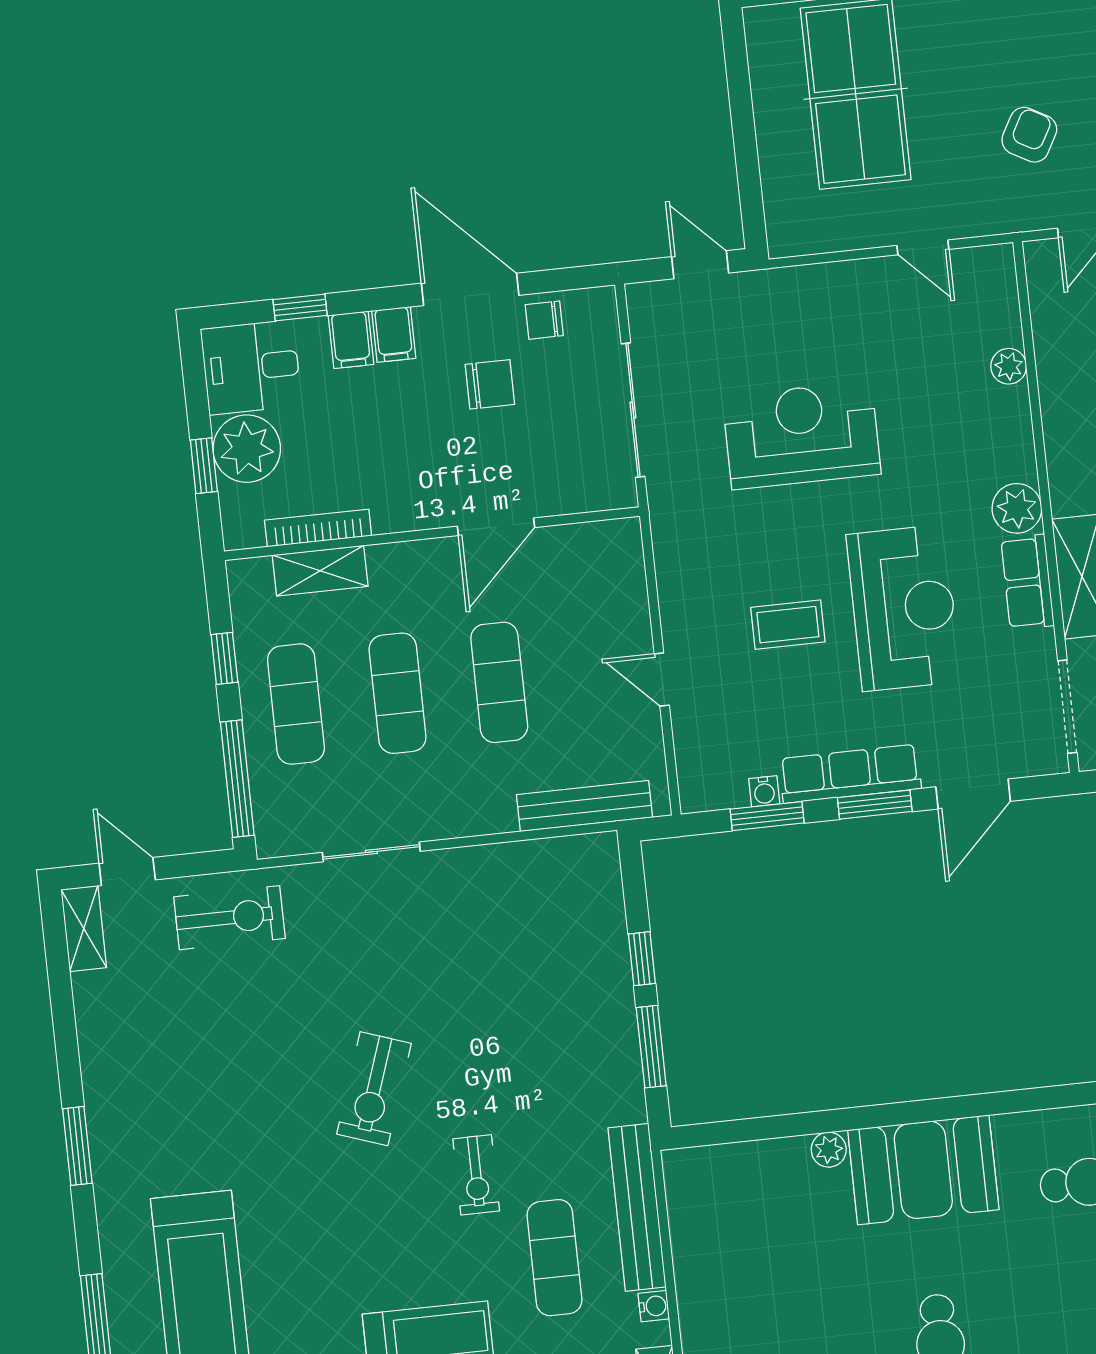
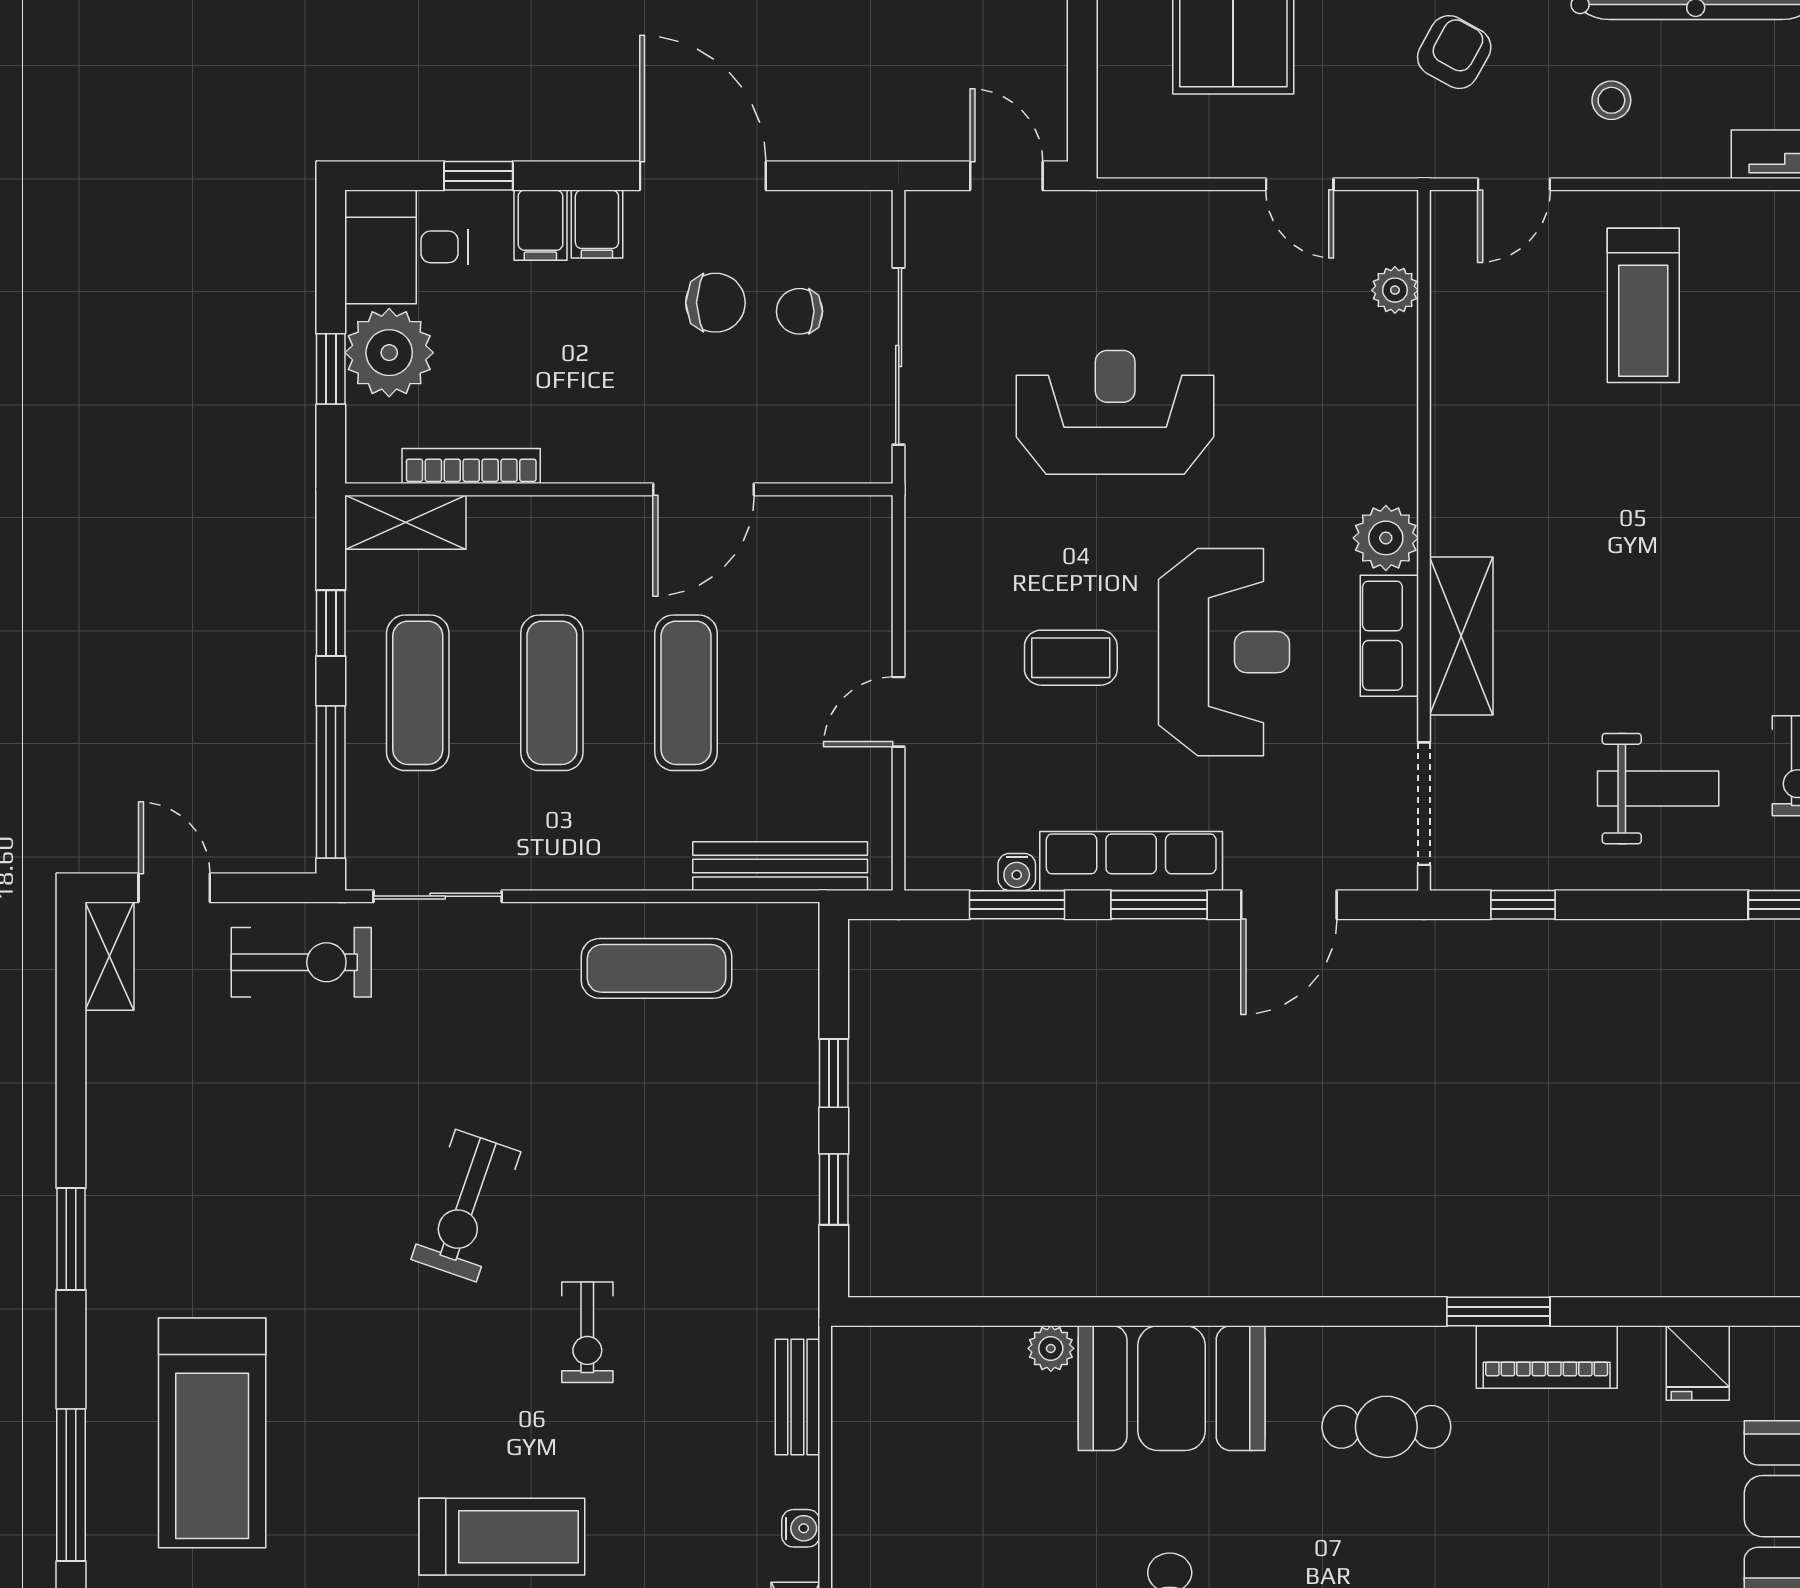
chair: (544, 320) -> (799, 311), moved
plant: (1009, 366) -> (1395, 290), moved
shelving: (320, 571) -> (406, 522), moved
door: (662, 680) -> (899, 712), hinge flipped
sliding door: (371, 852) -> (438, 896), moved
window: (651, 1047) -> (834, 1189), width x0.67
bench: (637, 1207) -> (797, 1397), width x0.54, depth x0.82
exercise mat: (554, 1258) -> (657, 968), moved, turned 90

